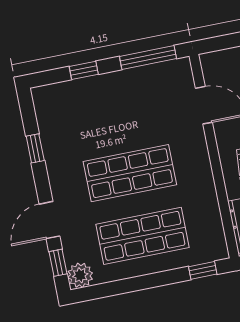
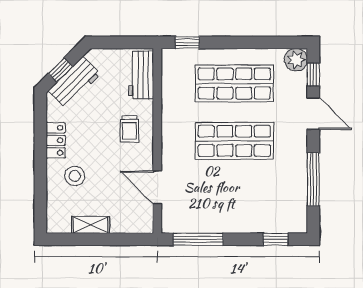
window: (84, 70) -> (276, 239), moved
window: (35, 148) -> (313, 179), width x2.17
door: (50, 220) -> (313, 114), hinge flipped

